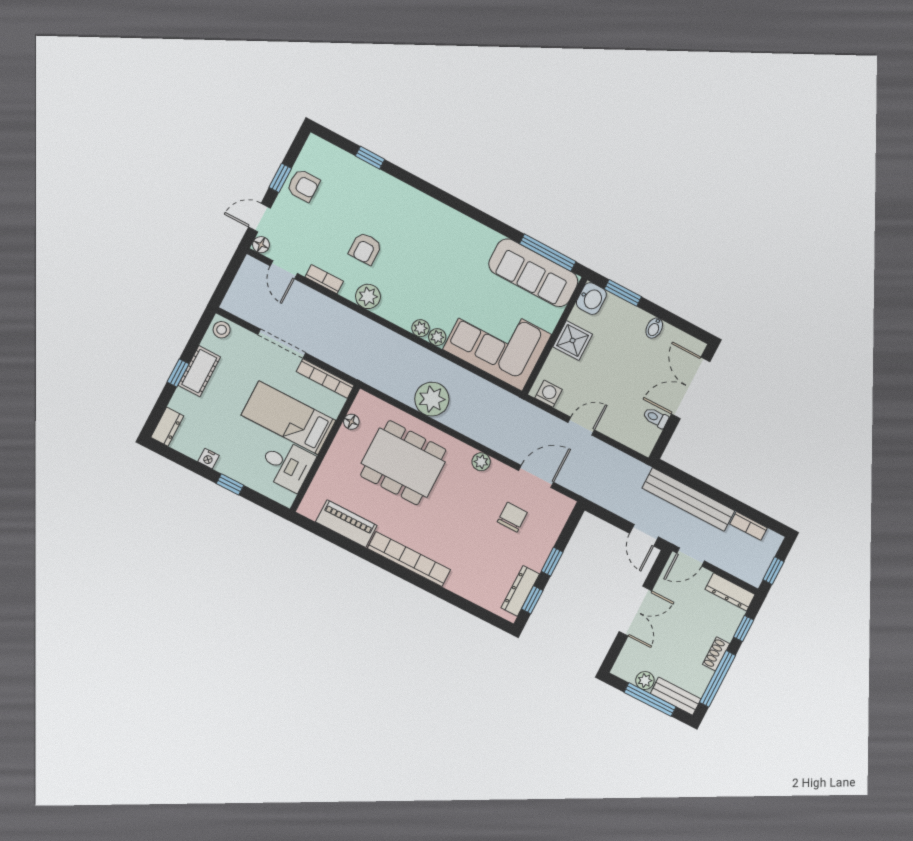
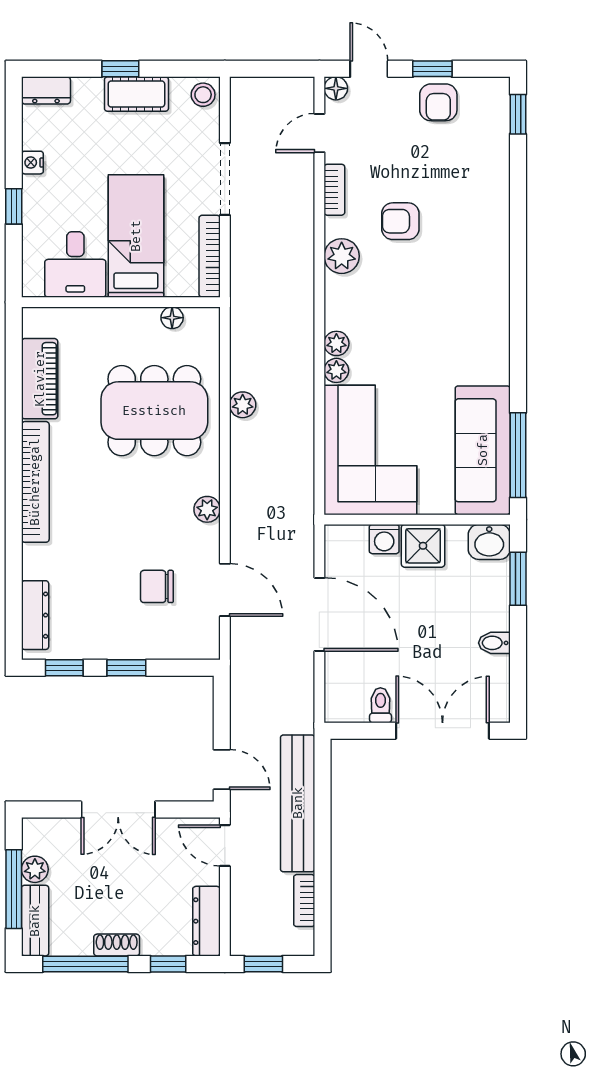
window: (370, 158) -> (518, 114), moved
washing machine: (549, 394) -> (384, 539), moved, turned 90
plant: (432, 399) -> (243, 405), width x0.53, depth x0.53
door: (581, 426) -> (319, 614), width x1.87
dining table: (403, 463) -> (154, 411), turned 90
chair: (512, 517) -> (157, 586), turned 180
door: (644, 535) -> (222, 770), swing flipped
dresser: (520, 591) -> (35, 615), moved, turned 90

